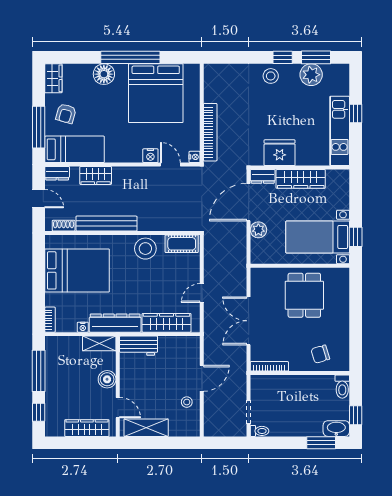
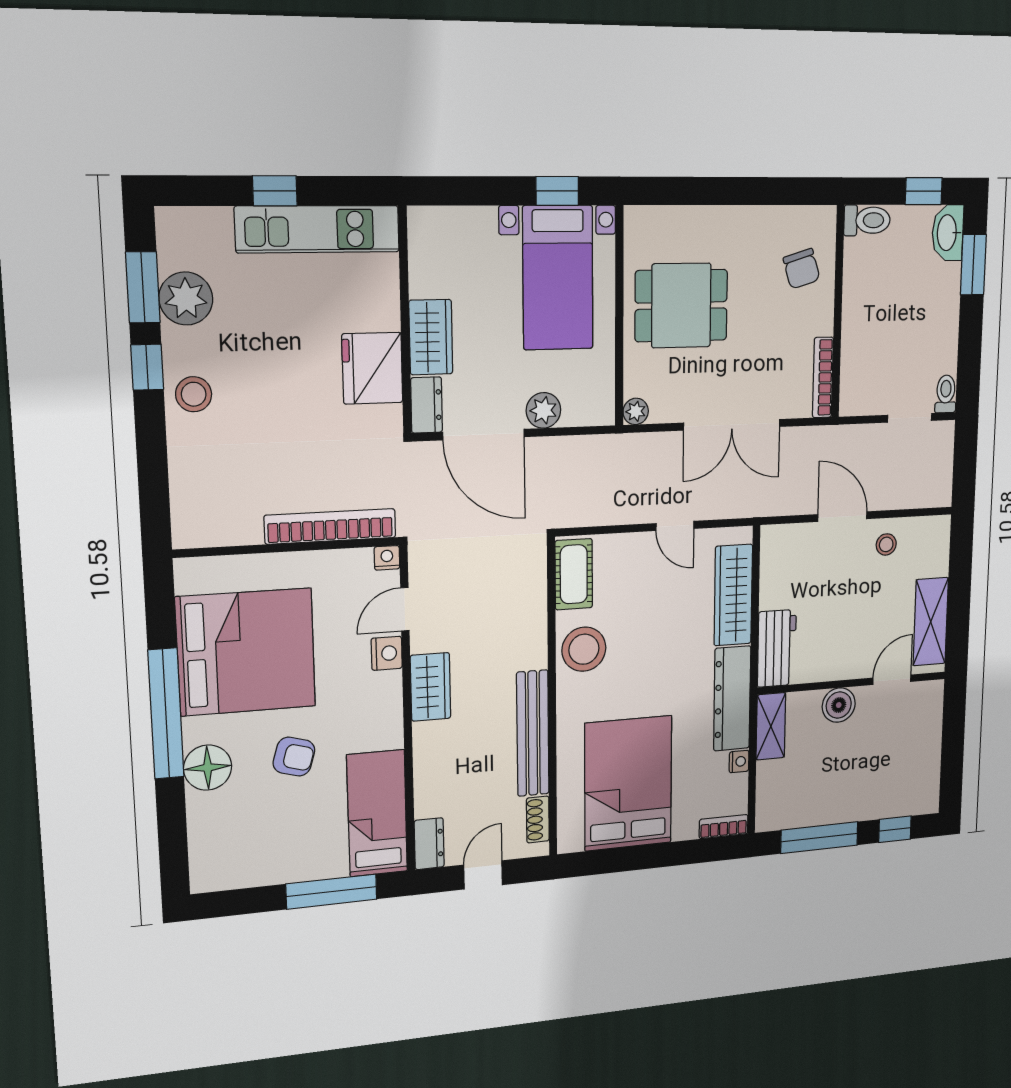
wardrobe: (53, 78) -> (222, 873), removed
armchair: (66, 114) -> (294, 757), moved
wardrobe: (96, 175) -> (431, 687), moved
wardrobe: (301, 179) -> (431, 337), width x0.67
plant: (256, 274) -> (636, 411), added
wardrobe: (87, 428) -> (927, 736), removed

